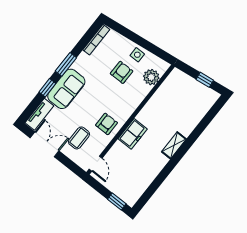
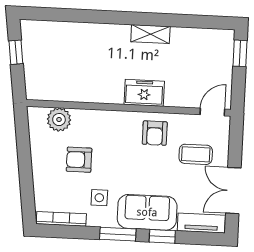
side table: (137, 55) -> (99, 198), moved
armchair: (107, 124) -> (155, 133), turned -90
shelving: (174, 145) -> (150, 34), moved

